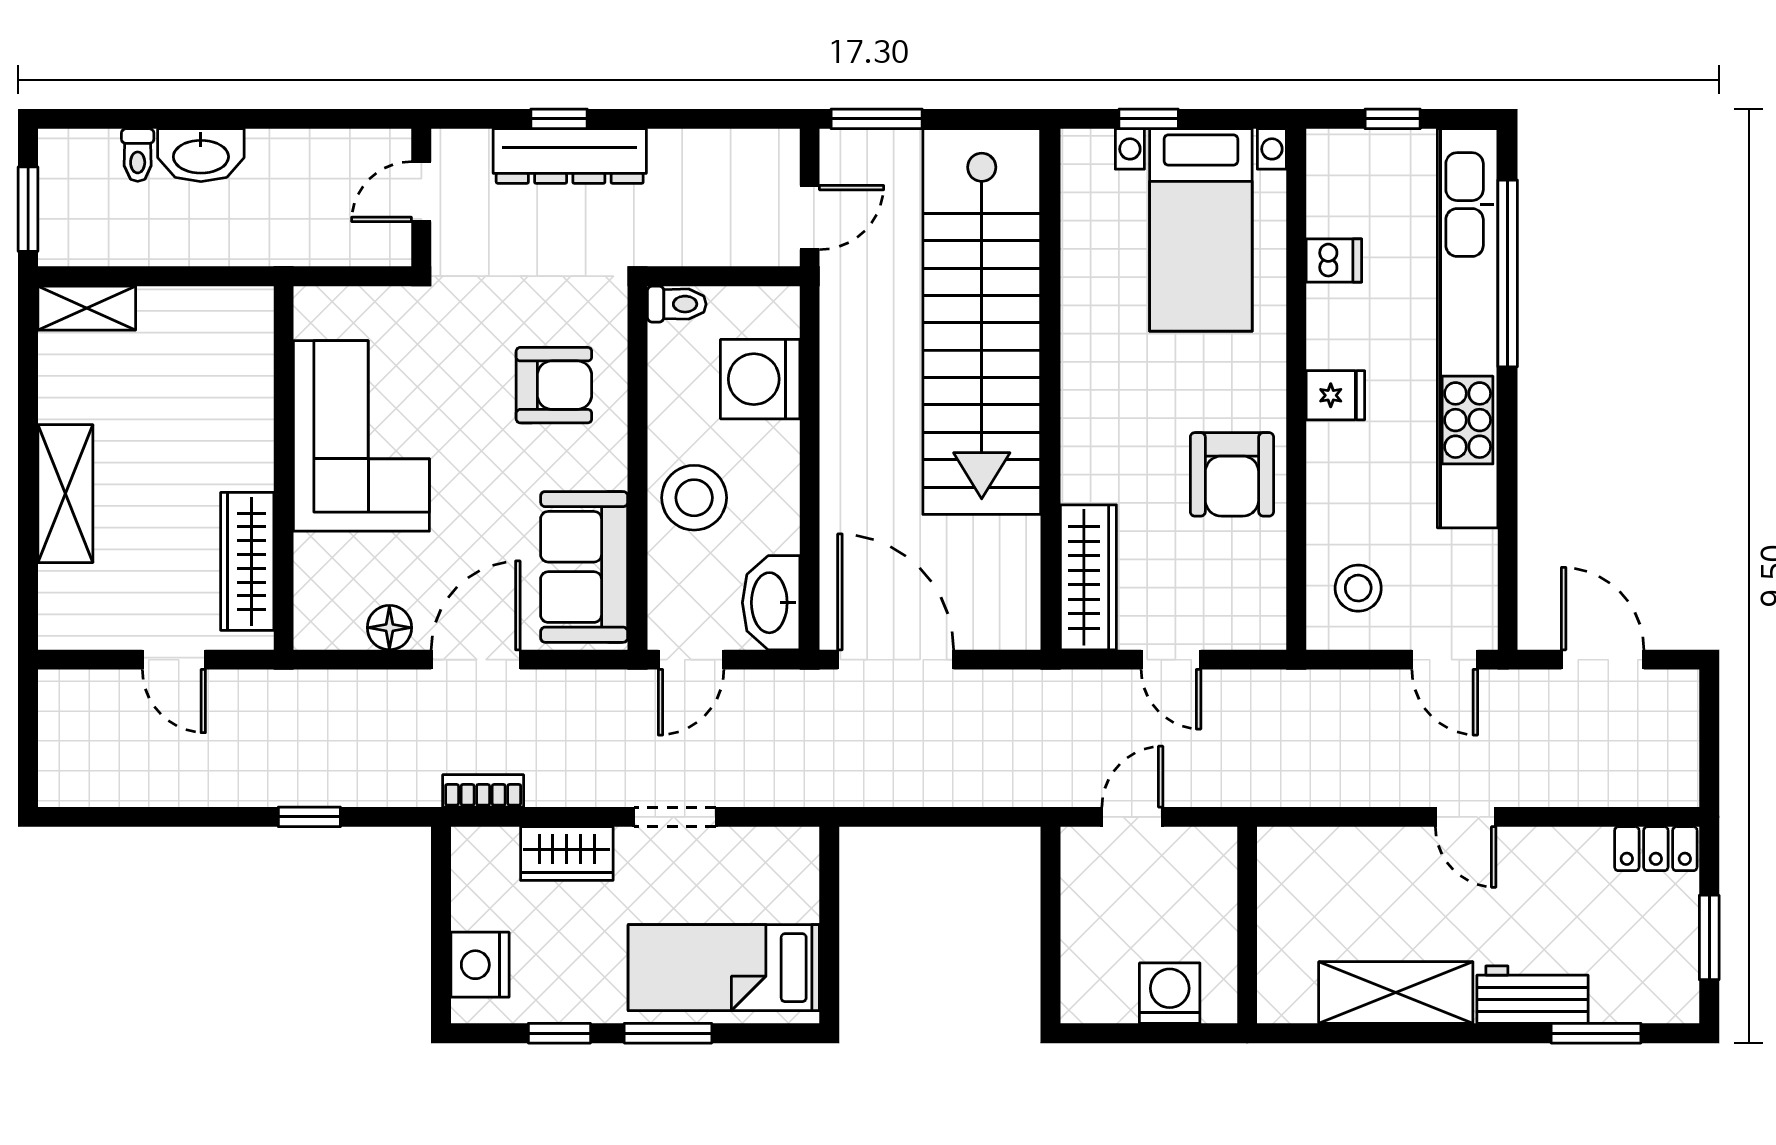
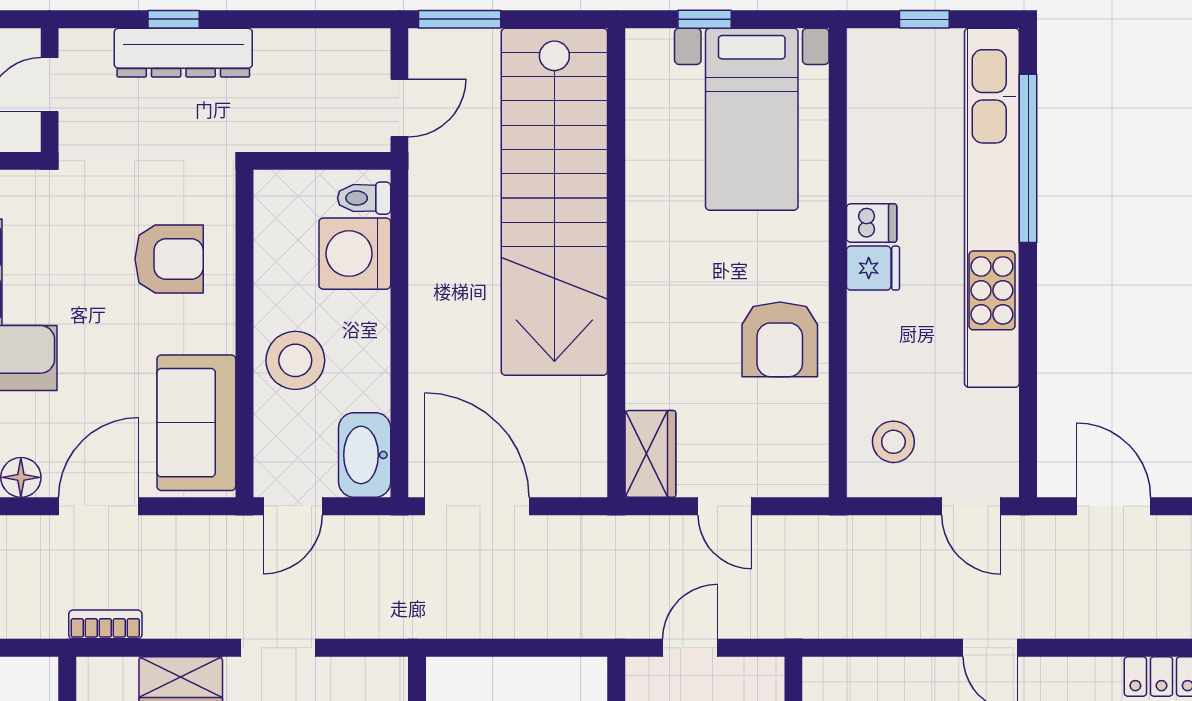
dishwasher: (1334, 261) -> (872, 223), moved
toilet: (677, 304) -> (364, 198), moved, turned 180
wardrobe: (1088, 577) -> (650, 454), width x0.67

